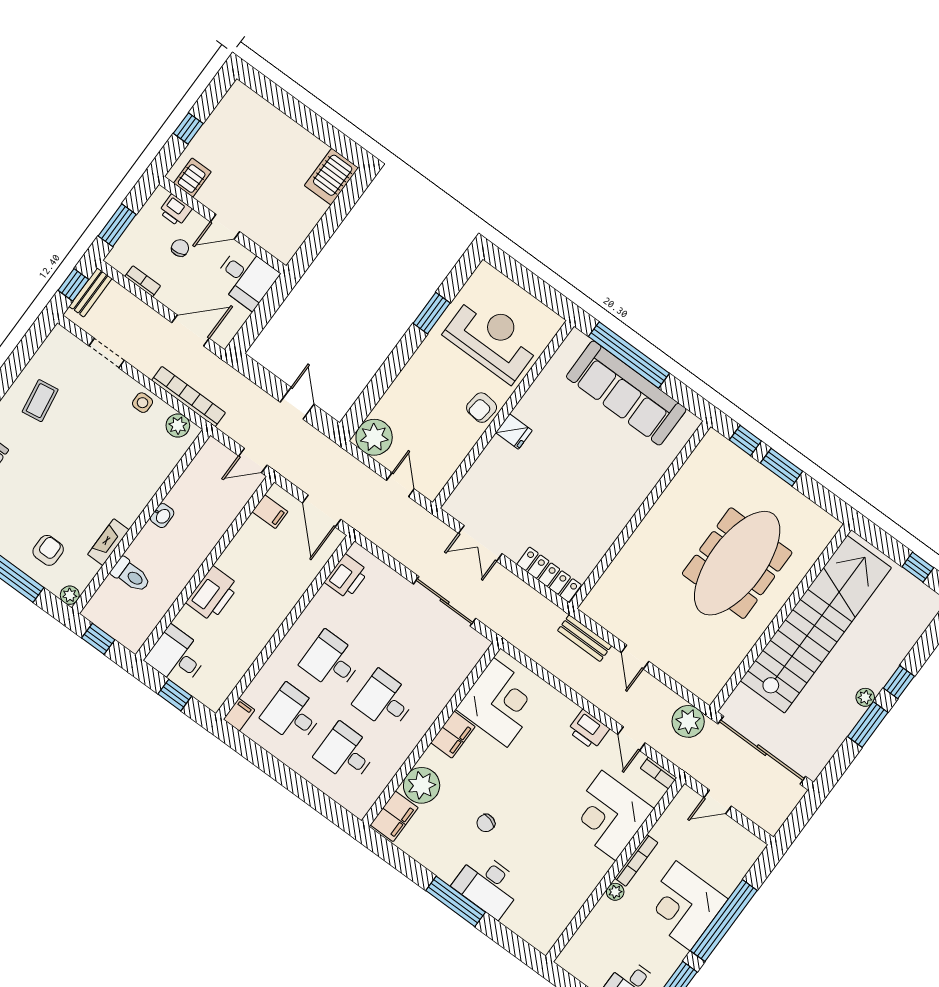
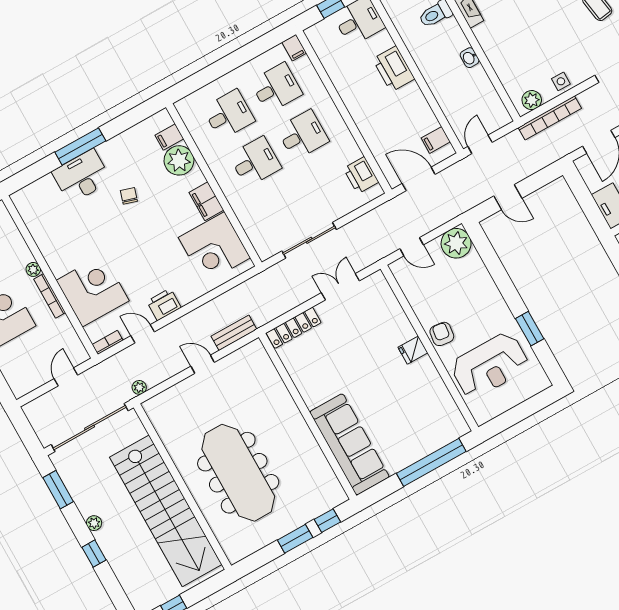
sofa: (626, 393) -> (349, 444), moved, turned 90
plant: (688, 721) -> (139, 387), width x0.53, depth x0.53
window: (868, 725) -> (58, 490), moved
filing cabinet: (394, 816) -> (169, 137), width x0.50

